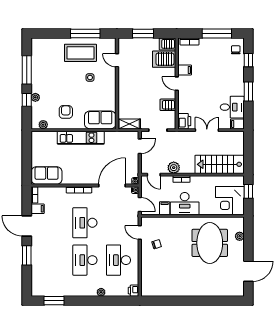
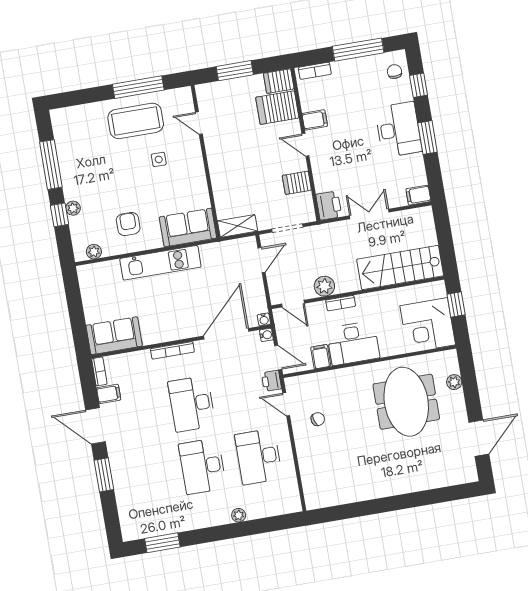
desk: (232, 107) -> (398, 130), moved, width x1.37
printer: (134, 291) -> (271, 381), moved

